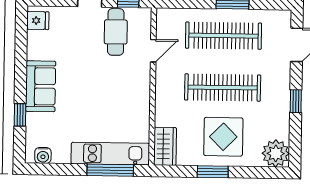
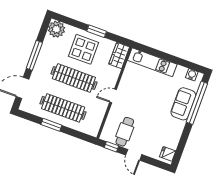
door: (153, 51) -> (113, 96), moved
sofa: (41, 86) -> (183, 104), moved
window: (296, 101) -> (34, 55), width x2.17
window: (20, 115) -> (197, 103), width x3.17
window: (110, 170) -> (156, 53), removed

